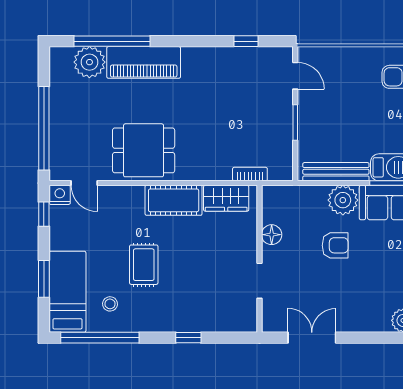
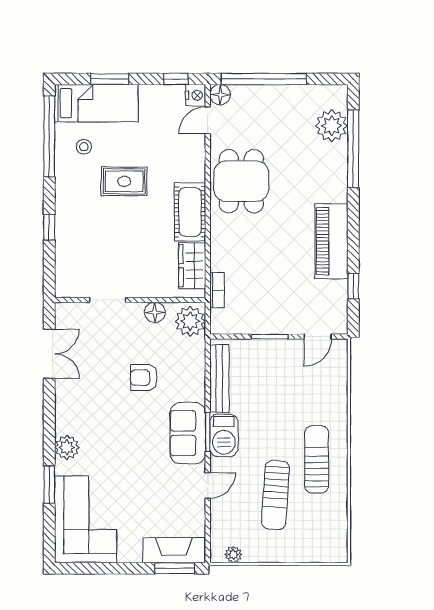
piano: (144, 62) -> (331, 241), moved
floor lamp: (59, 171) -> (220, 95), added
plant: (343, 200) -> (190, 321), moved
armchair: (335, 245) -> (144, 378), turned 90

